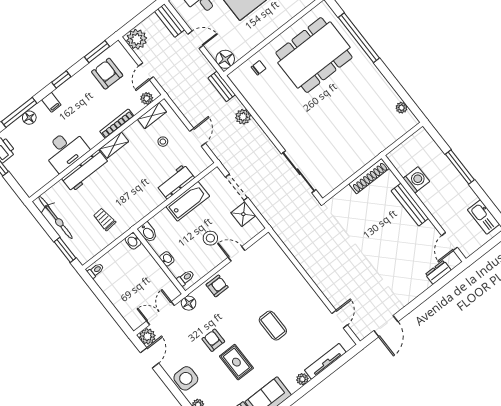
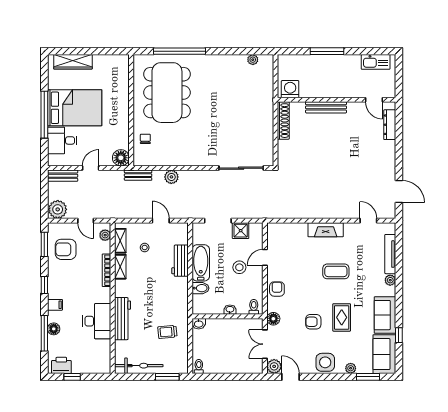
shelving: (114, 145) -> (120, 267), moved
washing machine: (416, 180) -> (290, 89), moved
bidet: (148, 232) -> (201, 288), moved
dresser: (438, 272) -> (390, 125), width x1.44
fireplace: (302, 288) -> (326, 230), added
rug: (236, 362) -> (342, 317), turned 90

